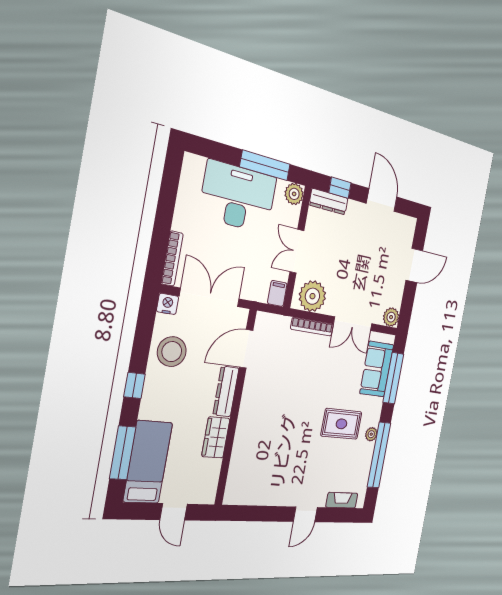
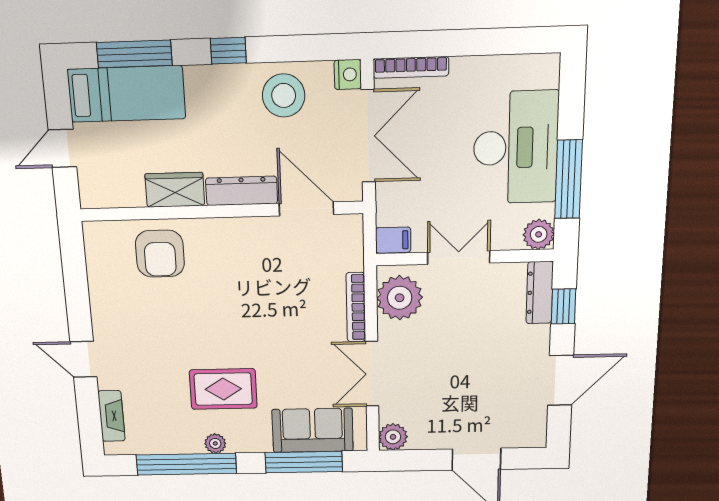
rug: (341, 424) -> (223, 389), turned 90
armchair: (253, 454) -> (160, 254), added

